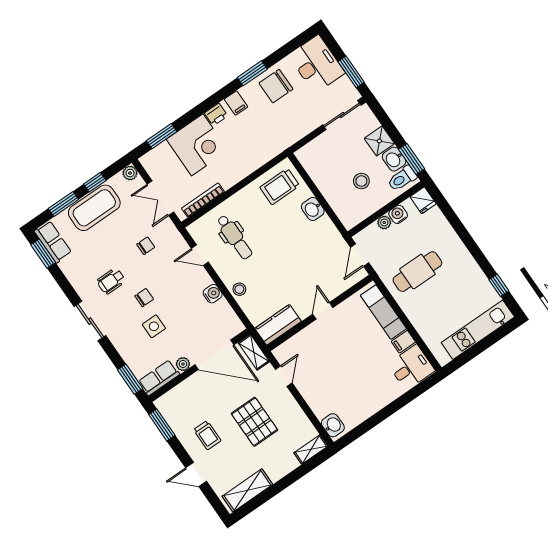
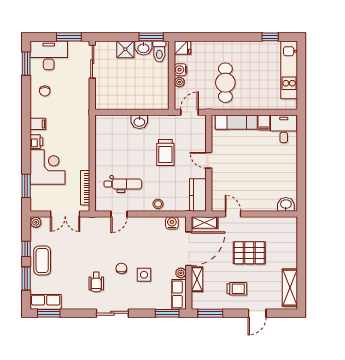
window: (252, 73) -> (26, 64), moved
chair: (276, 86) -> (45, 91), width x0.54, depth x0.54
stool: (361, 181) -> (143, 78), removed
trolley: (280, 186) -> (165, 153), moved
coffee table: (94, 208) -> (42, 260), width x0.73, depth x0.76
chair: (146, 246) -> (89, 244), removed
door: (360, 255) -> (189, 112), swing flipped
water cooler: (213, 294) -> (172, 223), moved
shelving: (311, 449) -> (197, 279), moved

